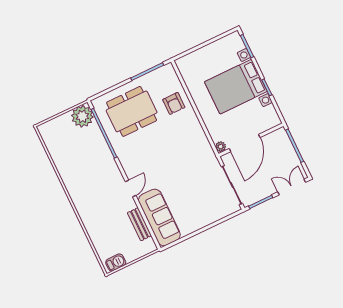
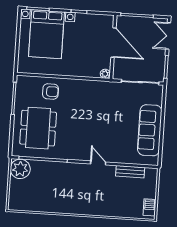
bed with nightstands: (236, 87) -> (46, 34), moved
door: (245, 143) -> (113, 43), moved
sofa: (159, 217) -> (150, 130), moved, turned -90

